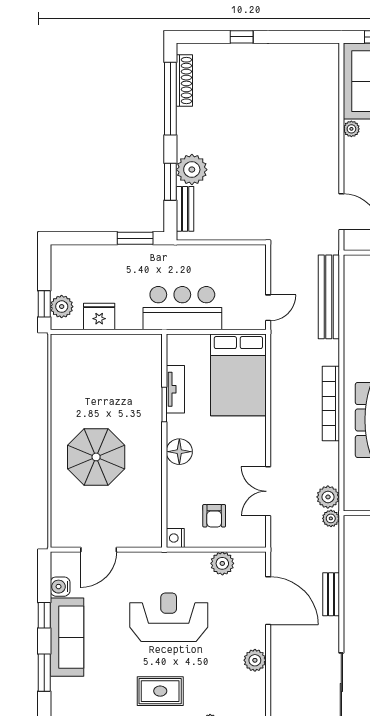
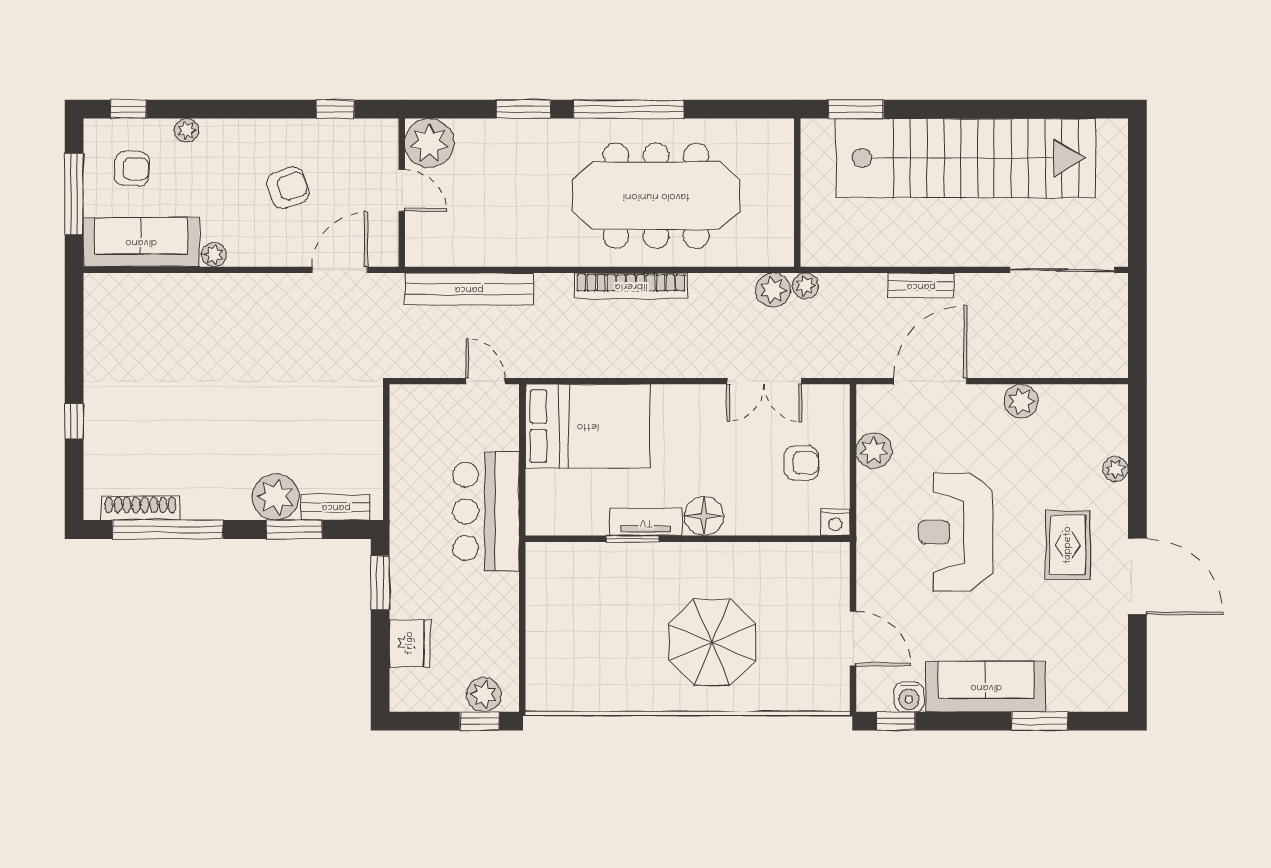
fridge: (99, 316) -> (410, 643), moved, turned 180
tv unit: (175, 389) -> (646, 522), moved
window: (44, 615) -> (896, 721), moved

